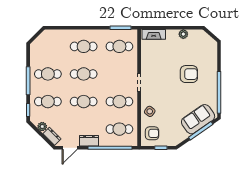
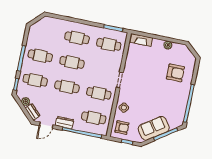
armchair: (189, 74) -> (175, 73), moved
sofa: (198, 119) -> (154, 128), moved

